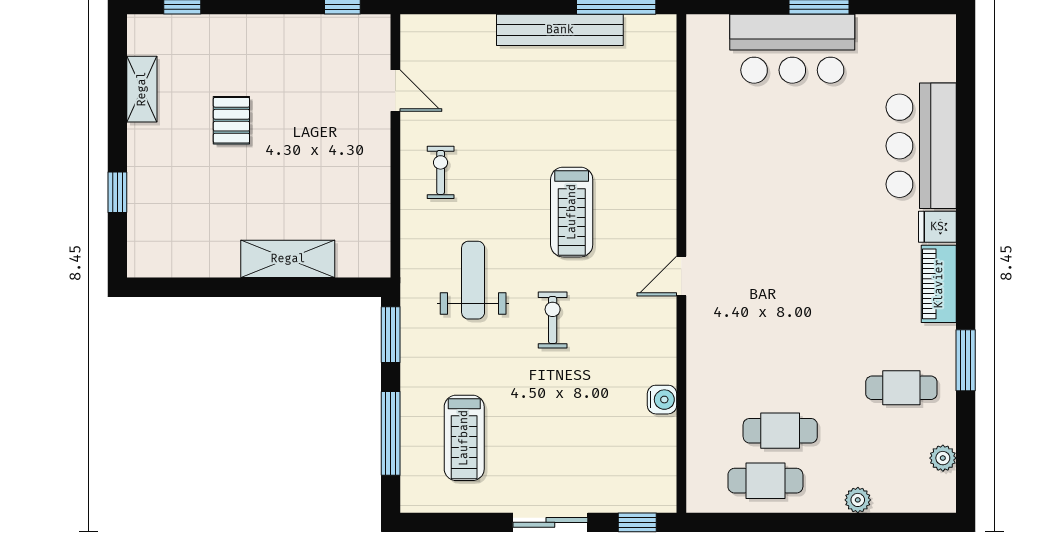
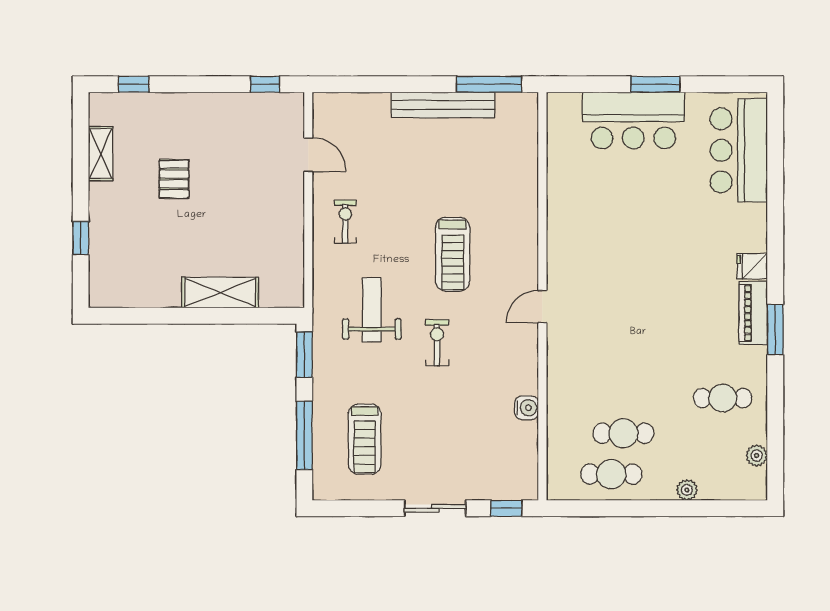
bar counter: (921, 146) -> (739, 150), moved
window: (966, 360) -> (775, 330), moved

